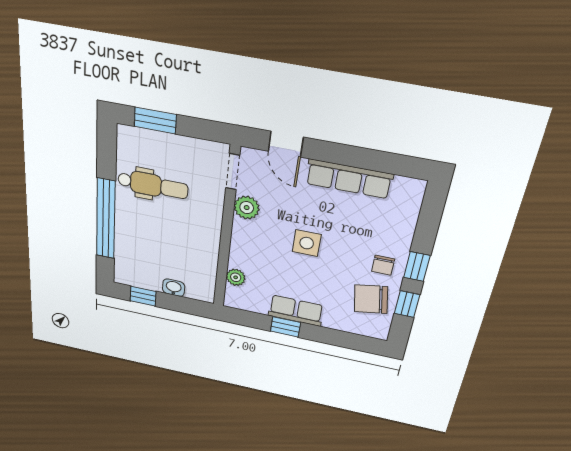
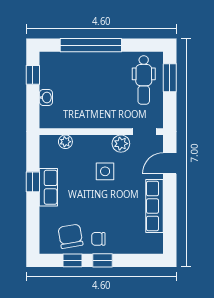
dental chair: (153, 185) -> (144, 80), moved
side table: (307, 243) -> (105, 171), moved

